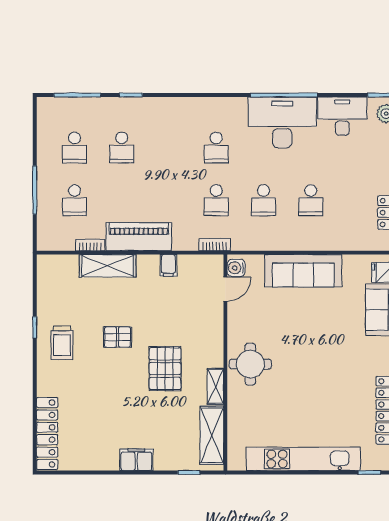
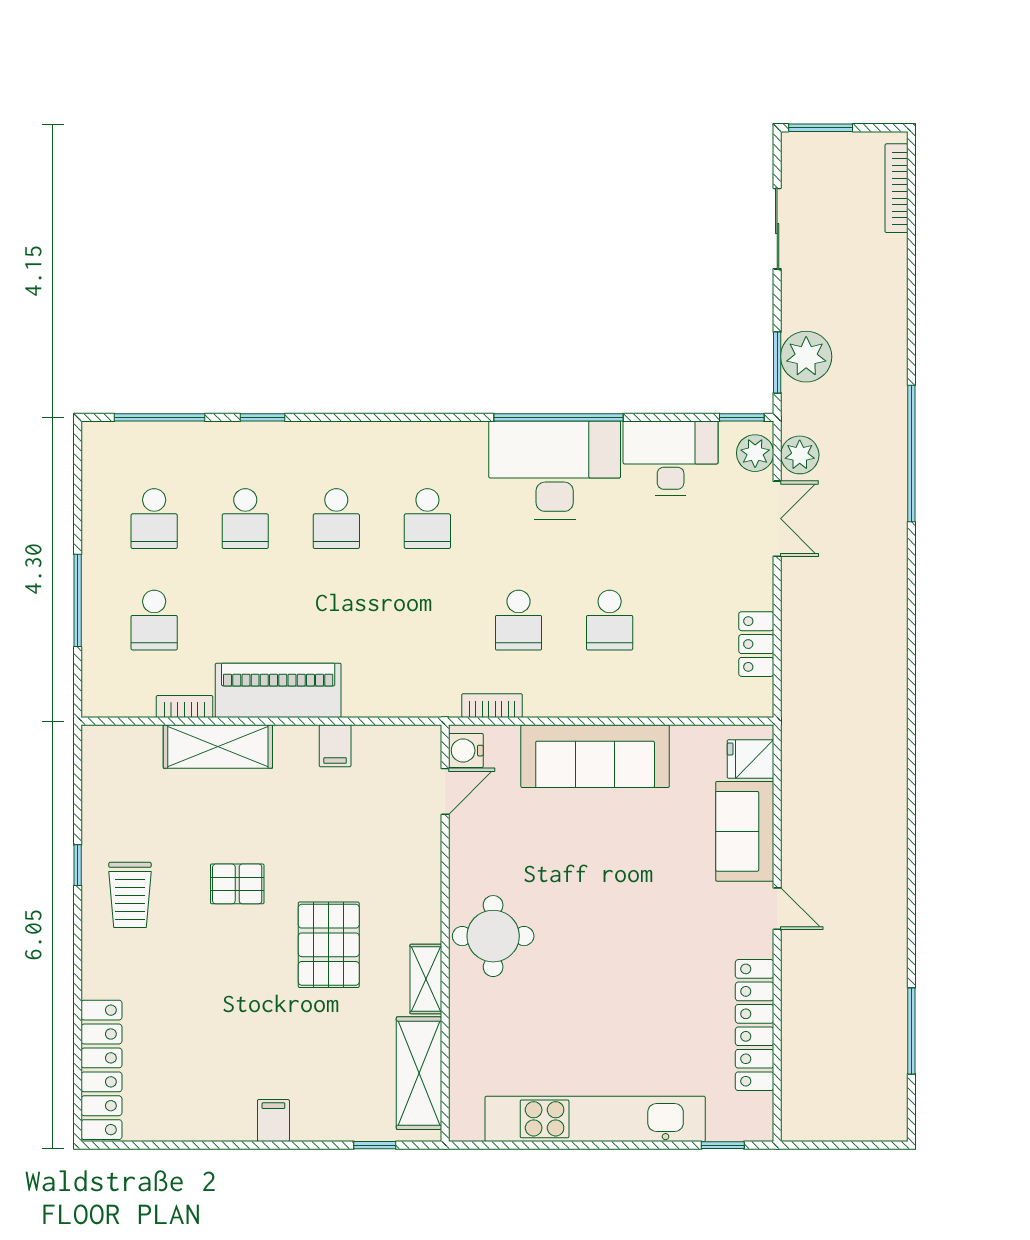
school desk: (216, 200) -> (336, 519), moved
bookcase: (215, 245) -> (492, 706), moved
filing cabinet: (136, 460) -> (273, 1120), width x0.50

